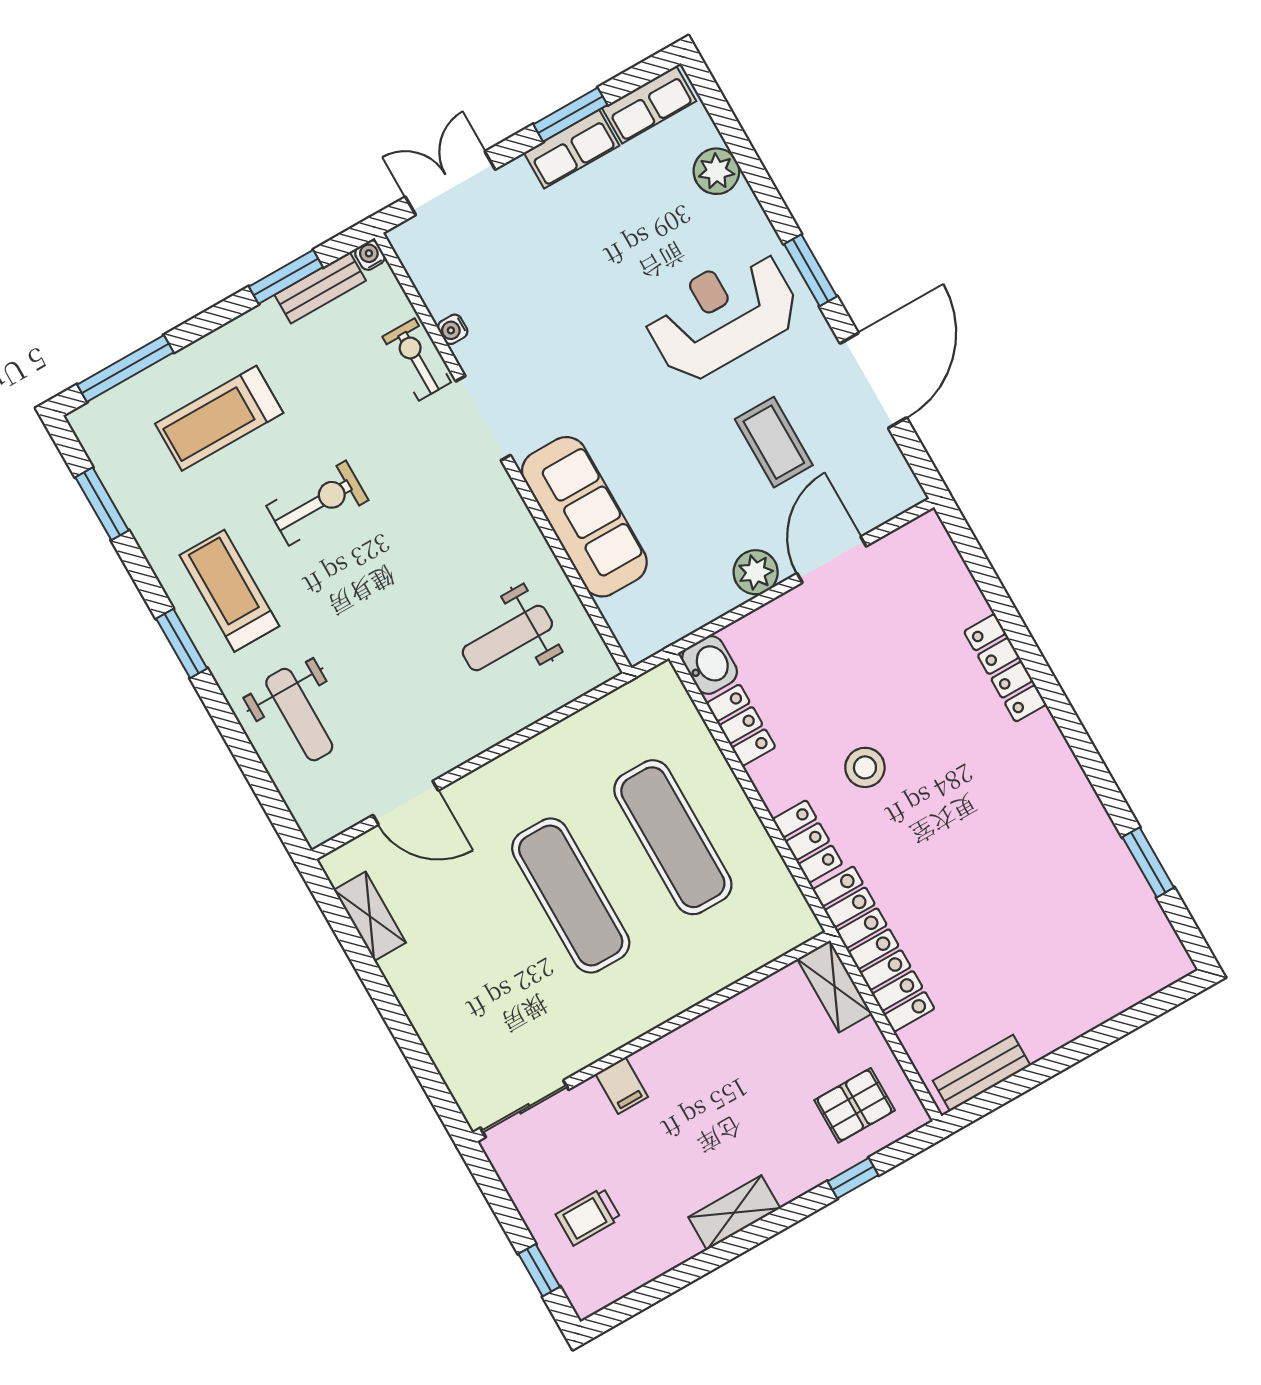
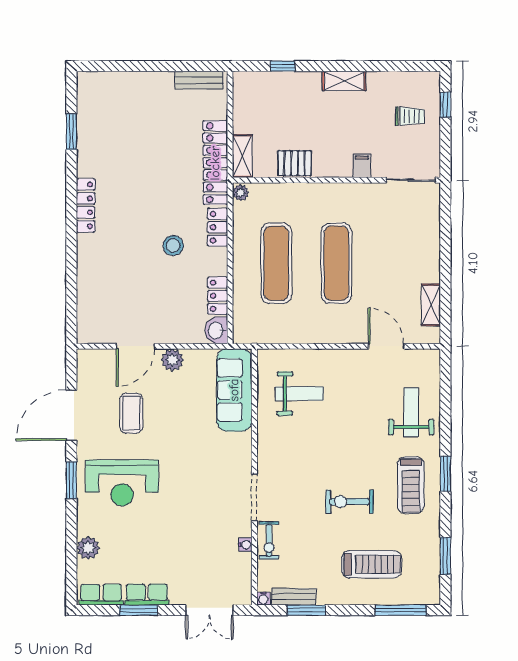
sofa: (584, 517) -> (234, 390), moved
locker: (1005, 668) -> (86, 205), moved
plant: (802, 923) -> (241, 193), added
pallet: (855, 1105) -> (295, 163), moved

